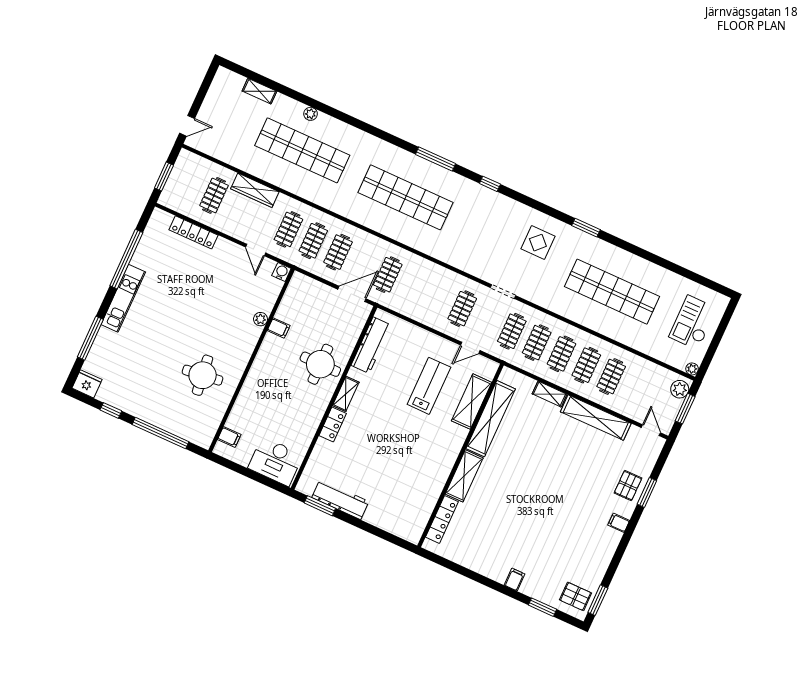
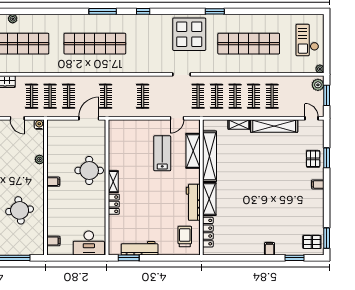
display table: (538, 243) -> (189, 34), width x1.86, depth x1.86
clothes rail: (462, 309) -> (143, 96), moved
filing cabinet: (279, 328) -> (53, 182), moved
workbench: (371, 345) -> (193, 202), moved, turned 180
trolley: (408, 511) -> (185, 236), added

